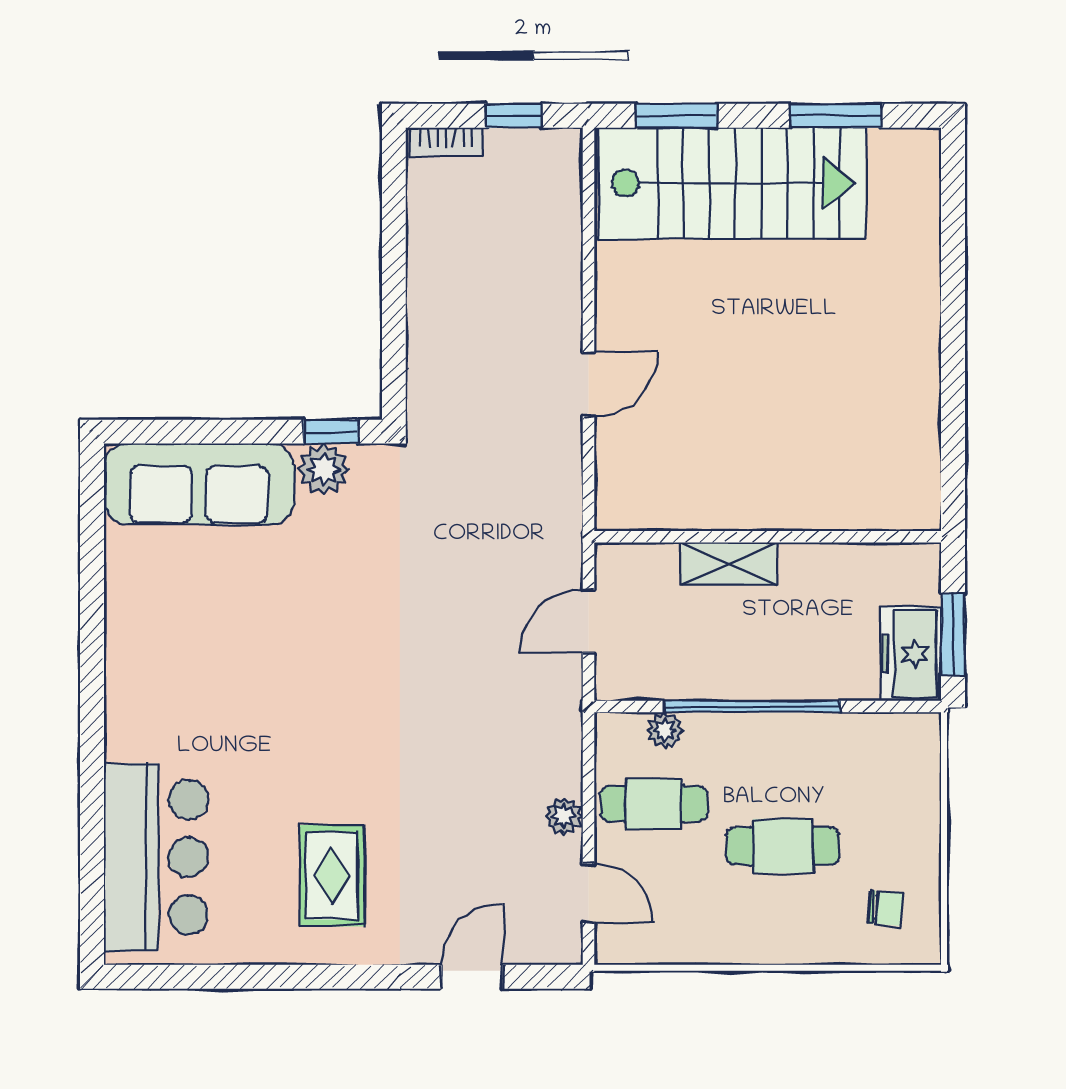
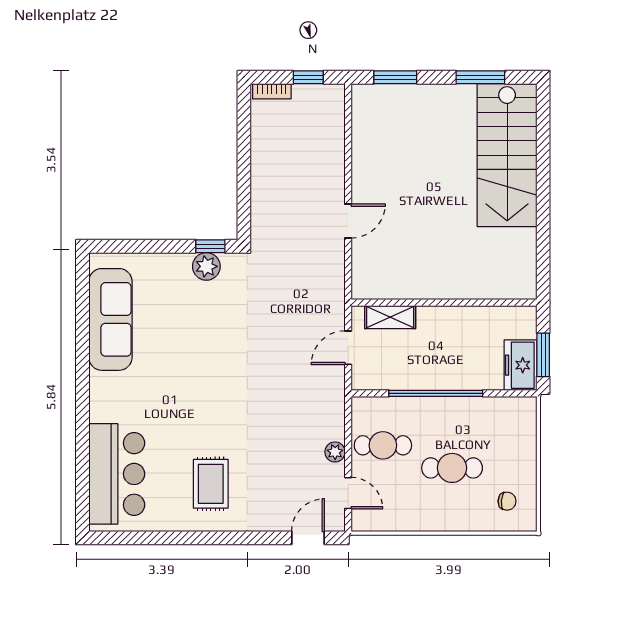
stairs: (732, 183) -> (507, 155), moved, turned 90
sofa: (199, 484) -> (110, 319), moved, turned -90
shelving: (729, 564) -> (390, 317), moved
plant: (665, 730) -> (389, 406), removed
door: (472, 977) -> (308, 538), moved

